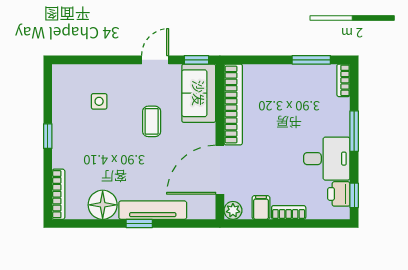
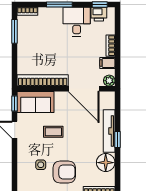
armchair: (88, 139) -> (64, 172), added

